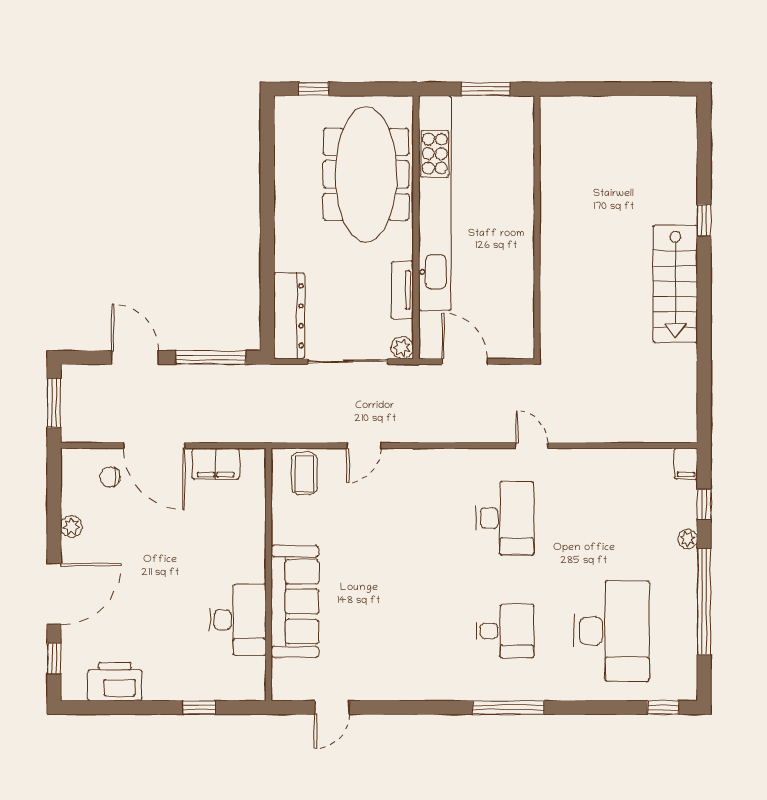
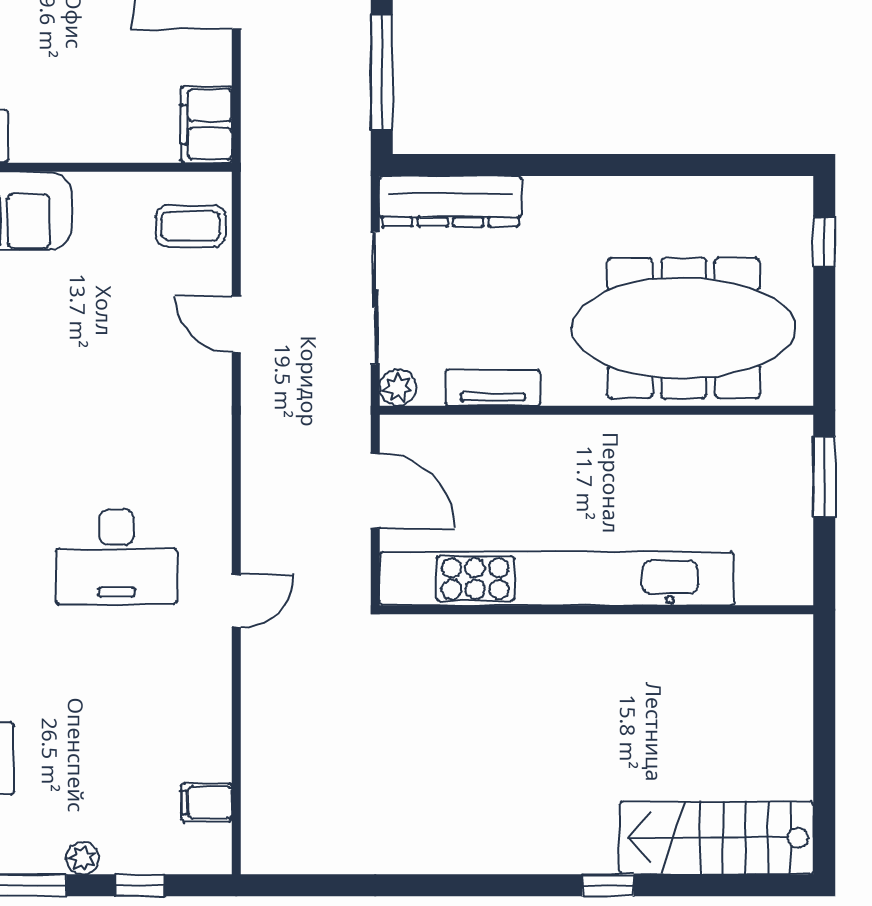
window: (486, 89) -> (824, 477), moved
kitchen unit: (435, 203) -> (557, 579), moved, turned 180
stairs: (675, 284) -> (717, 838), moved
door: (465, 361) -> (375, 491), hinge flipped
filing cabinet: (216, 464) -> (206, 124), moved
filing cabinet: (686, 464) -> (207, 802), moved

